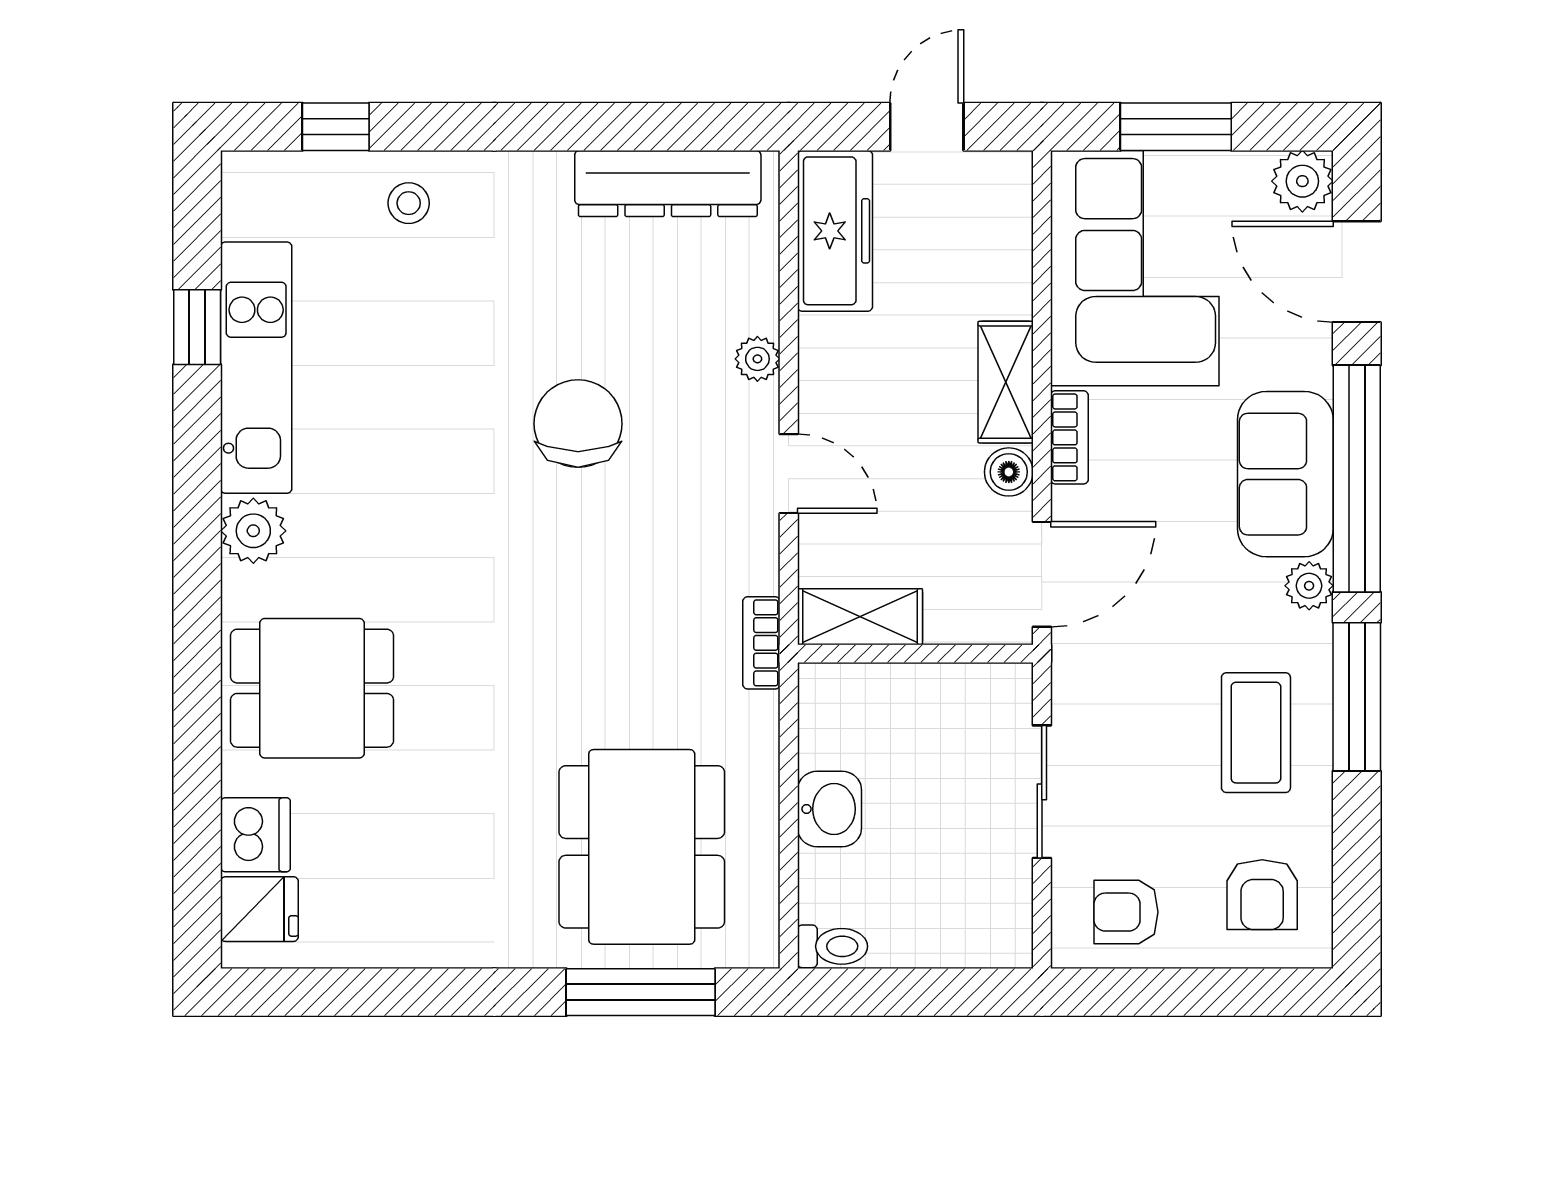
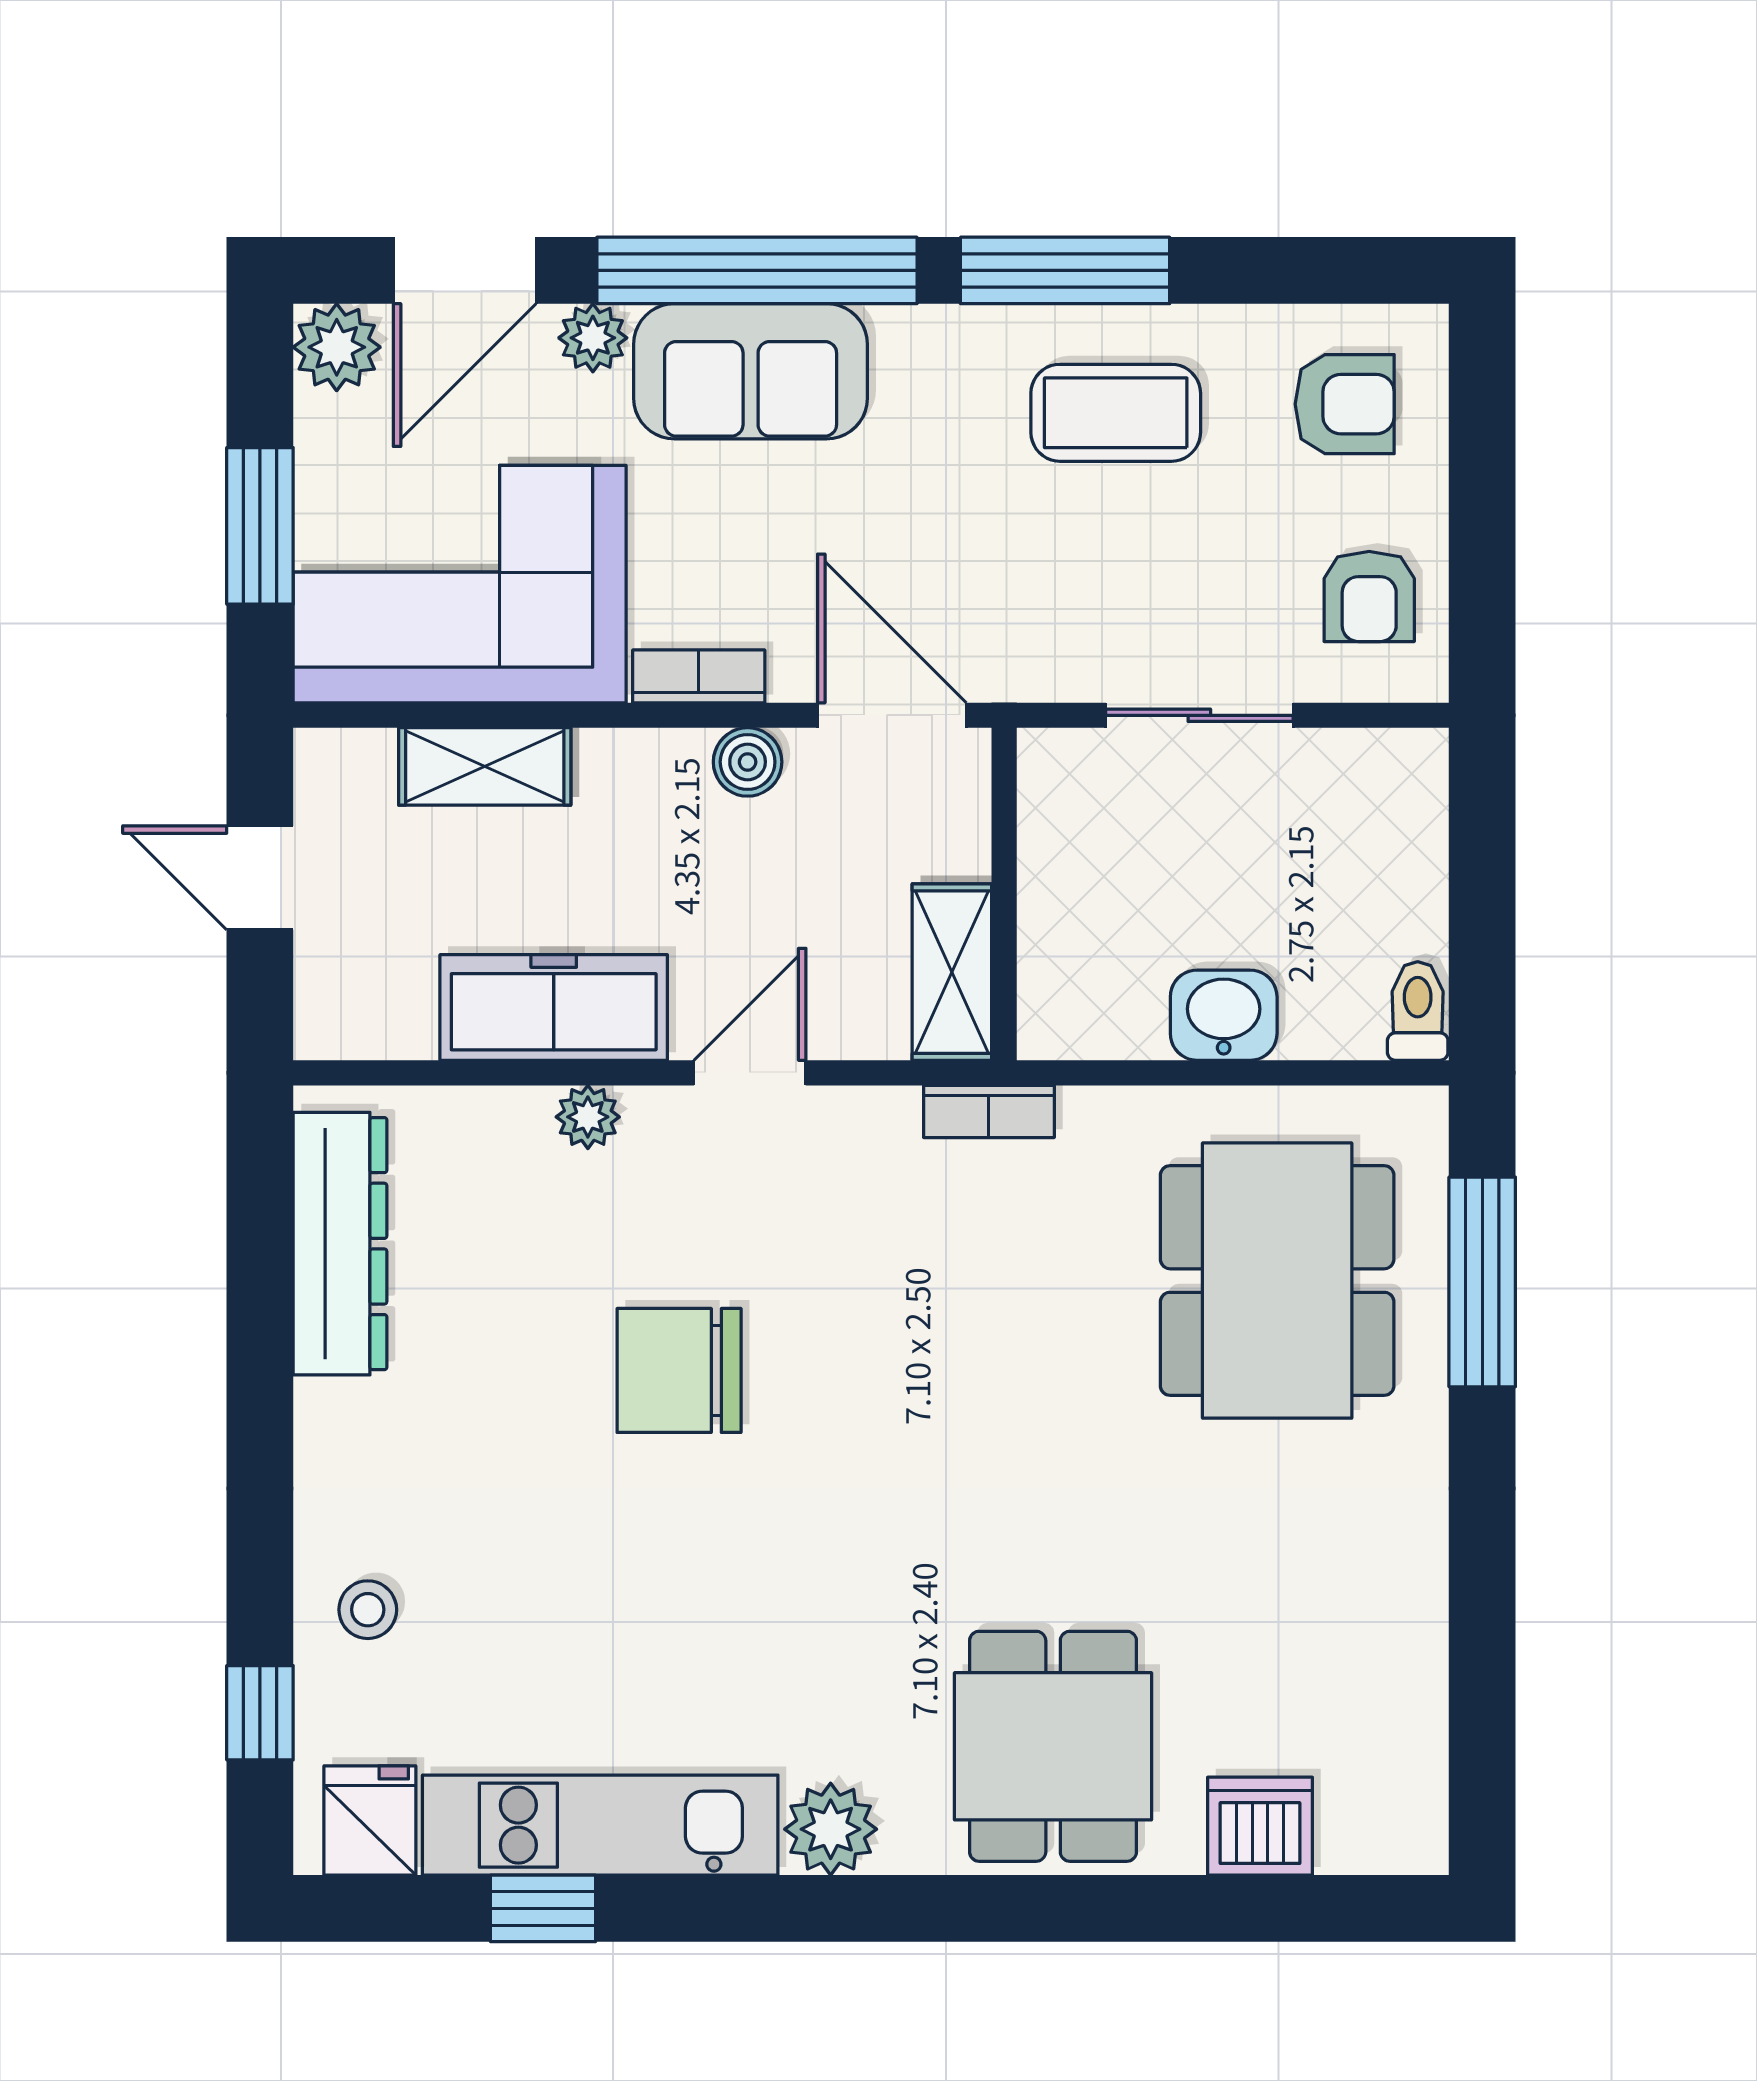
freezer: (835, 231) -> (554, 1008), moved
shelving: (1006, 382) -> (485, 766), moved
plant: (1309, 586) -> (593, 338), moved
dining table: (642, 847) -> (1277, 1281), turned 90
fridge: (259, 909) -> (370, 1820), moved

